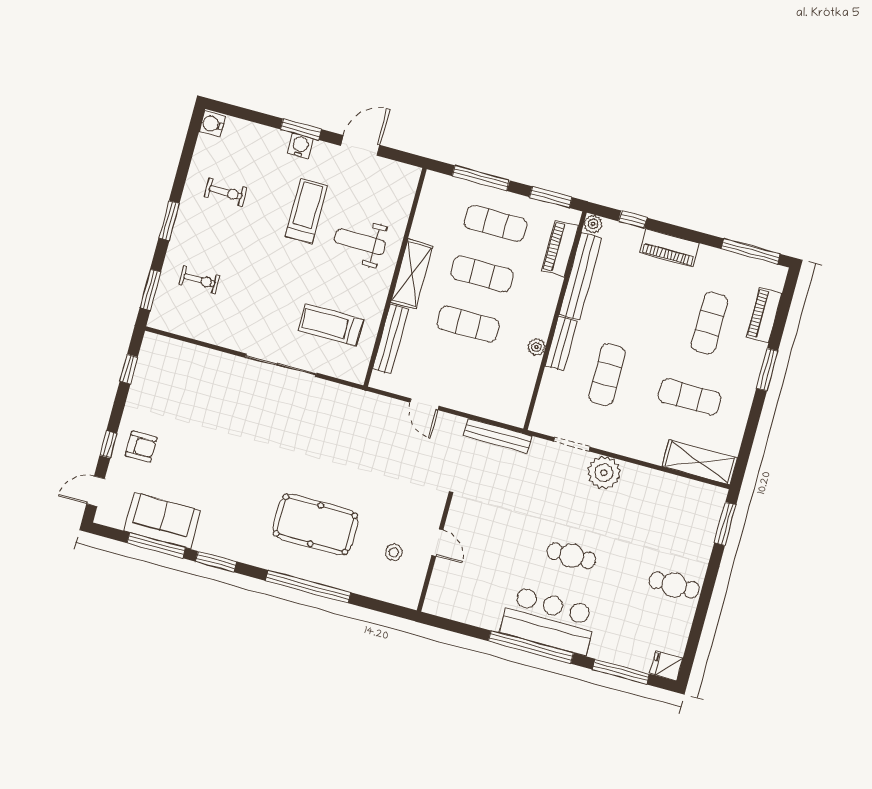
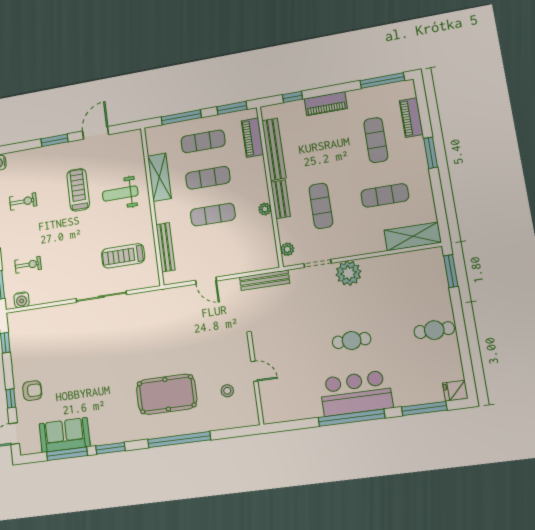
water cooler: (300, 146) -> (22, 300), moved, turned 180
plant: (593, 224) -> (287, 249), moved
shelving: (412, 274) -> (159, 177), moved

